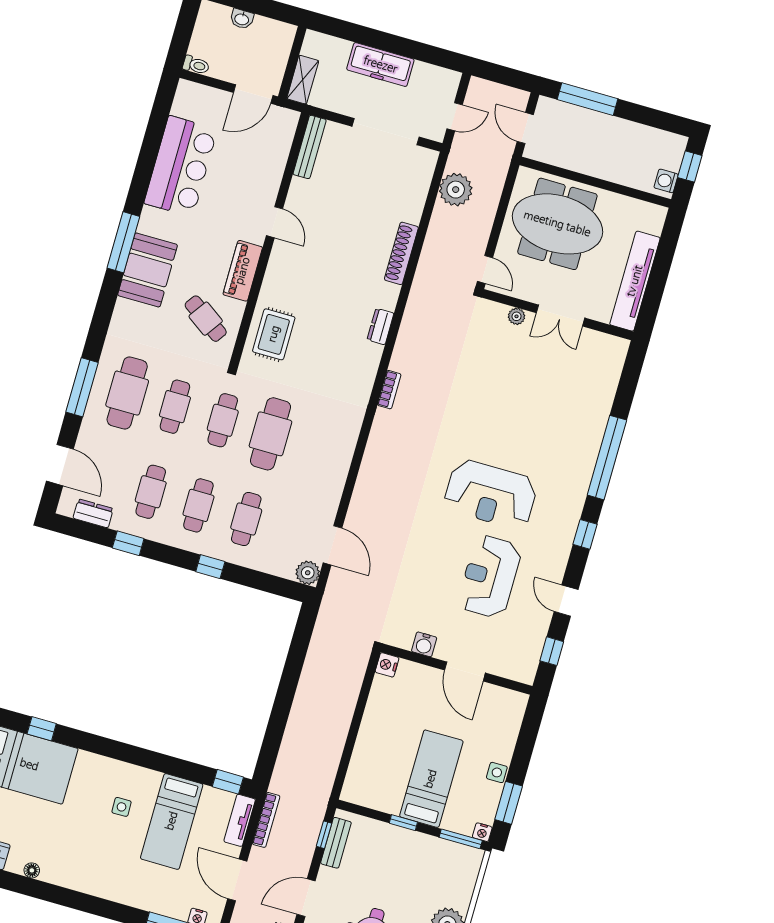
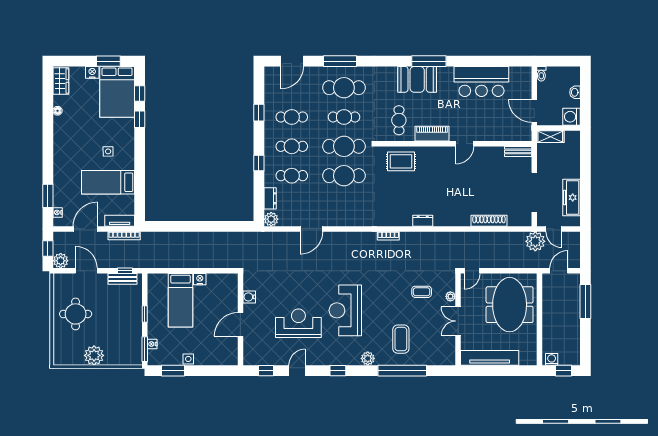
washing machine: (280, 36) -> (571, 117), added
freezer: (380, 65) -> (571, 197), moved
bench: (310, 147) -> (518, 151), width x0.73
plant: (456, 190) -> (535, 241), moved
shoe rack: (401, 253) -> (489, 221), moved
cafe table: (206, 319) -> (399, 120), turned -35
coffee table: (496, 361) -> (422, 292), added
coffee table: (563, 417) -> (401, 339), added
cafe table: (223, 420) -> (344, 146), width x1.37, depth x1.35
window: (607, 458) -> (402, 371), moved
plant: (579, 480) -> (368, 358), added
dresser: (93, 513) -> (270, 198), moved
door: (332, 545) -> (311, 229), moved
nightstand: (387, 665) -> (200, 279), moved
bed: (431, 779) -> (181, 300), moved, turned 90
window: (228, 782) -> (140, 119), moved
nightstand: (482, 832) -> (152, 344), moved

